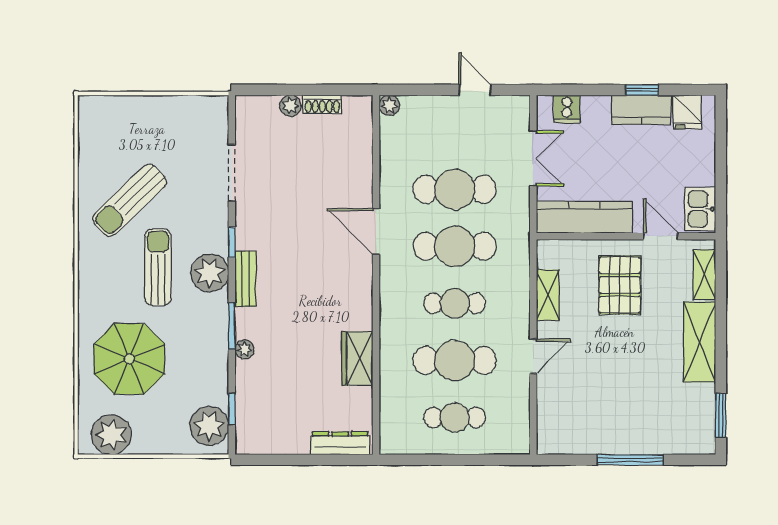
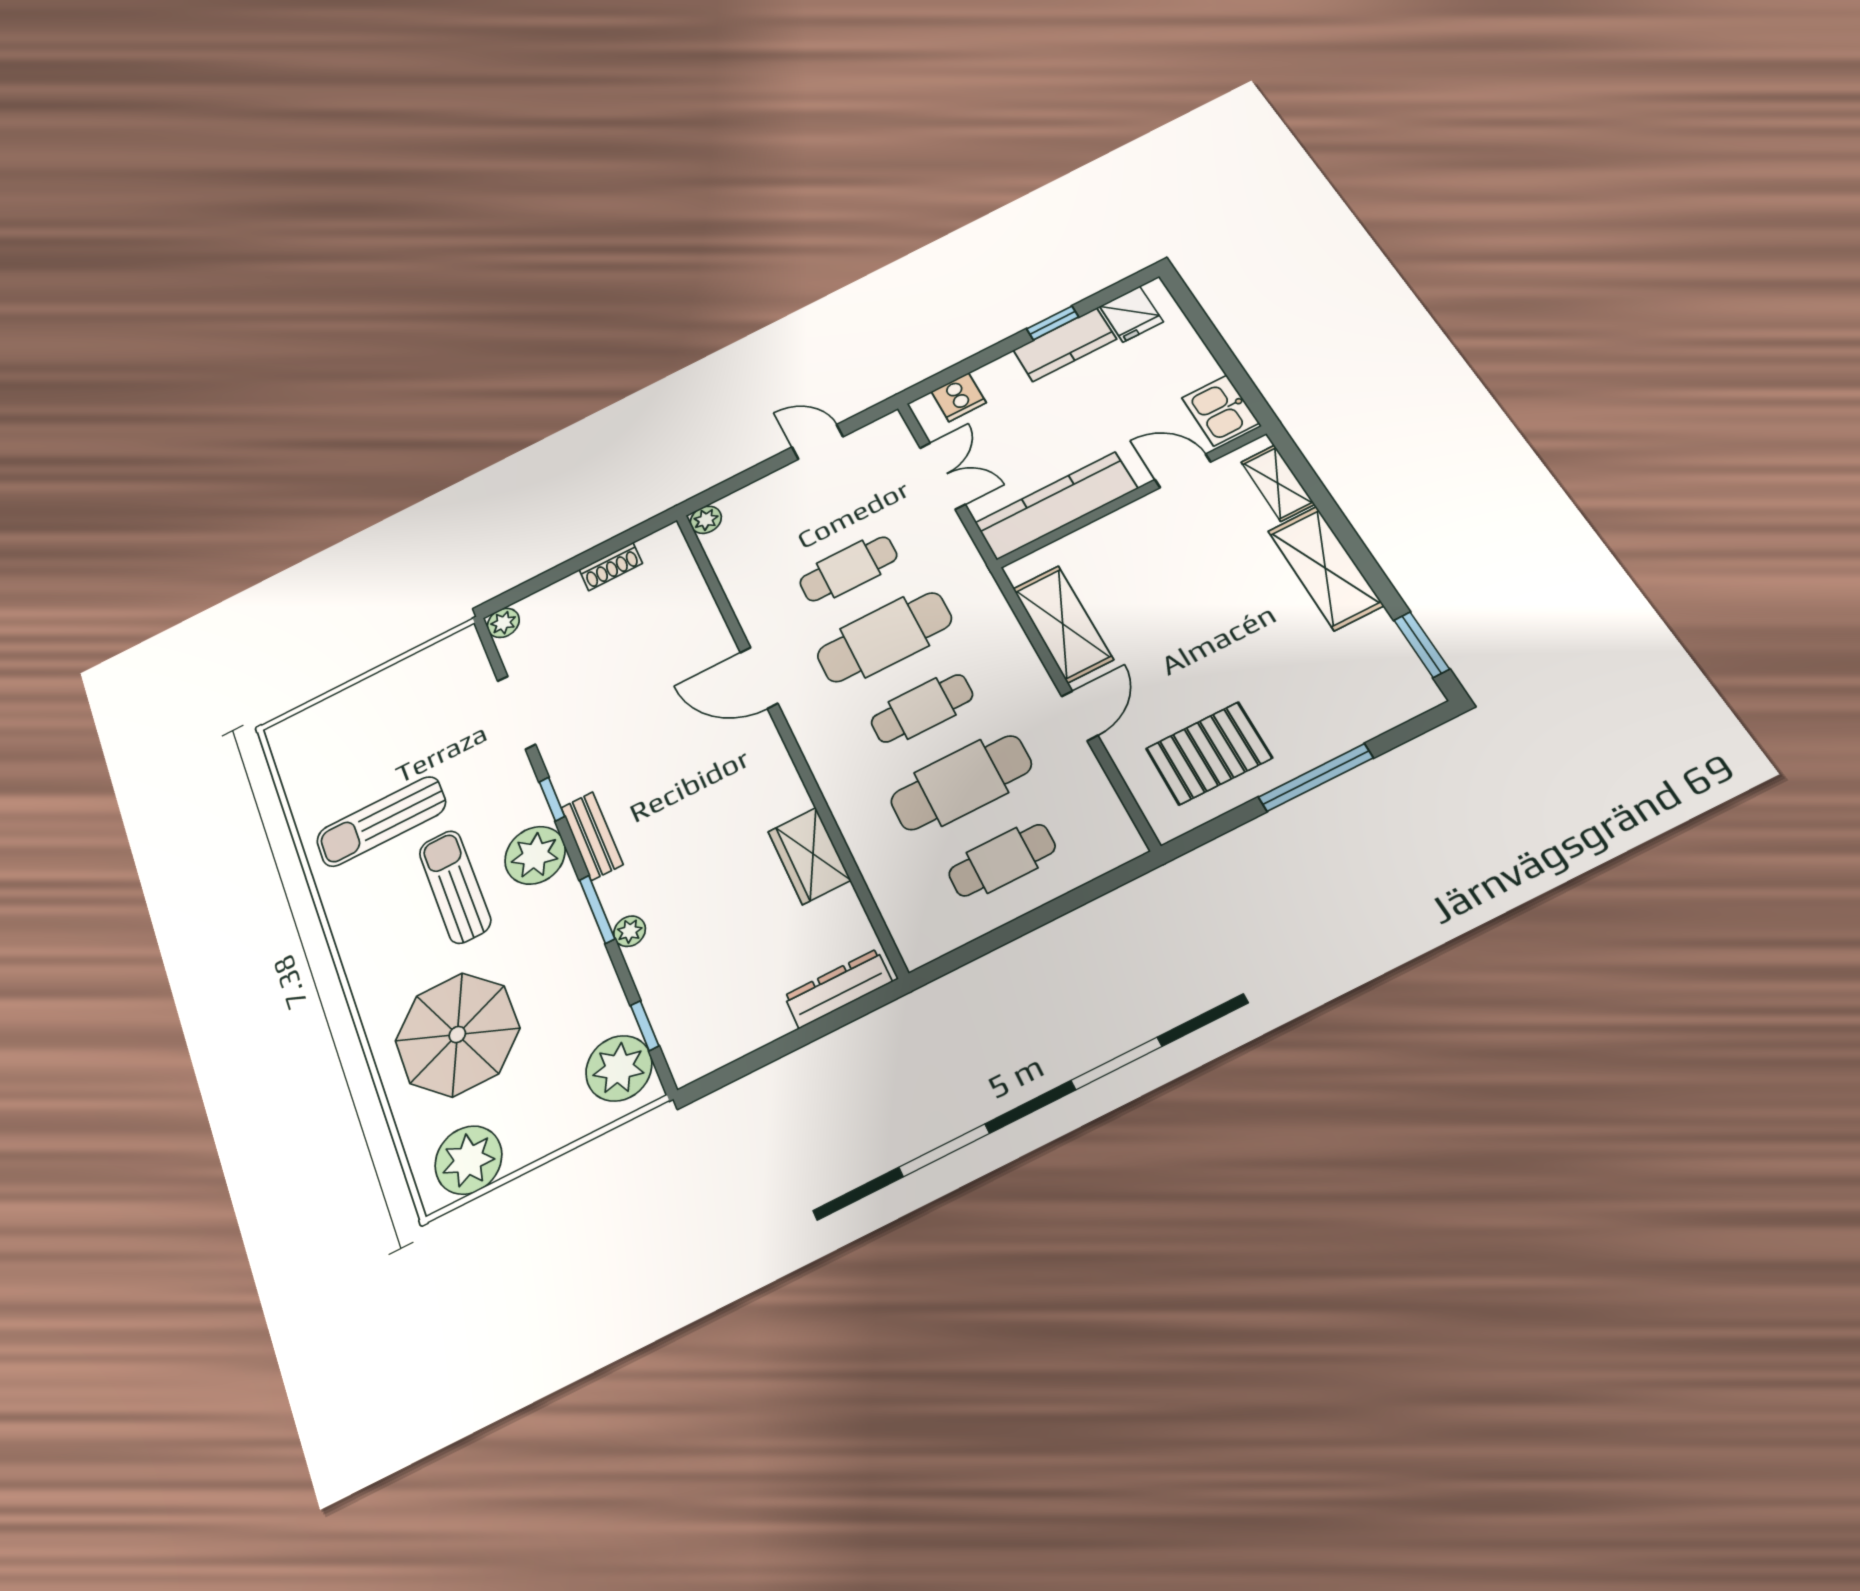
plant: (290, 106) -> (503, 623), moved
cafe table: (455, 189) -> (848, 569), width x0.73, depth x0.74
sun lounger: (129, 200) -> (381, 821), turned 44
pallet: (620, 285) -> (1209, 753), moved, turned 90
shelving: (548, 295) -> (1063, 624), width x1.50, depth x1.33

